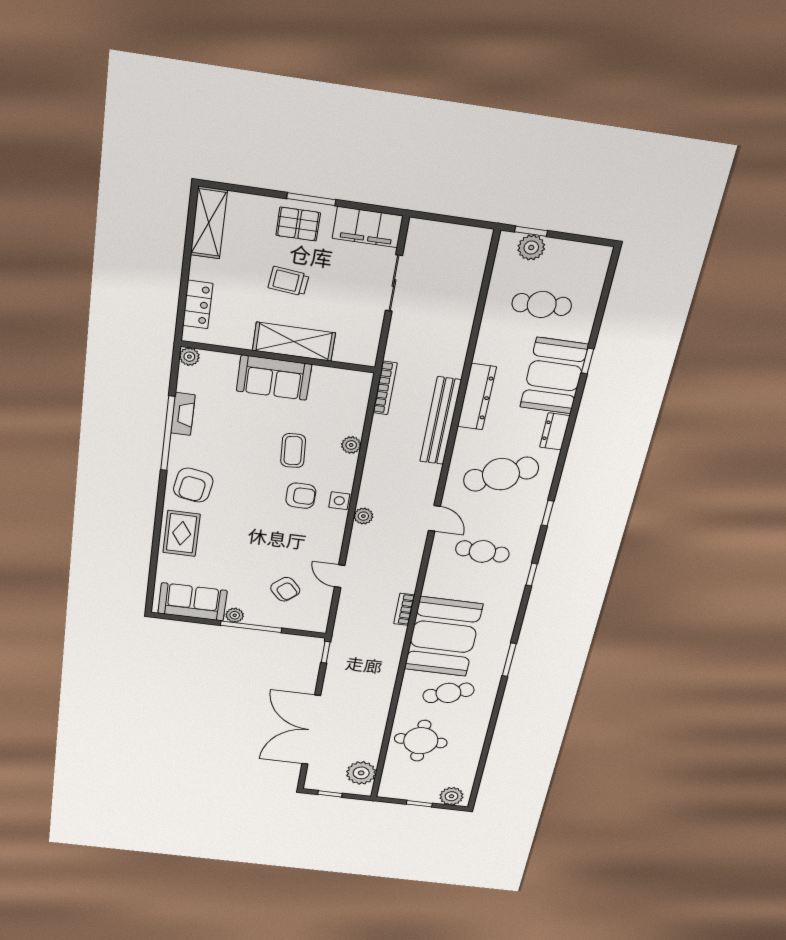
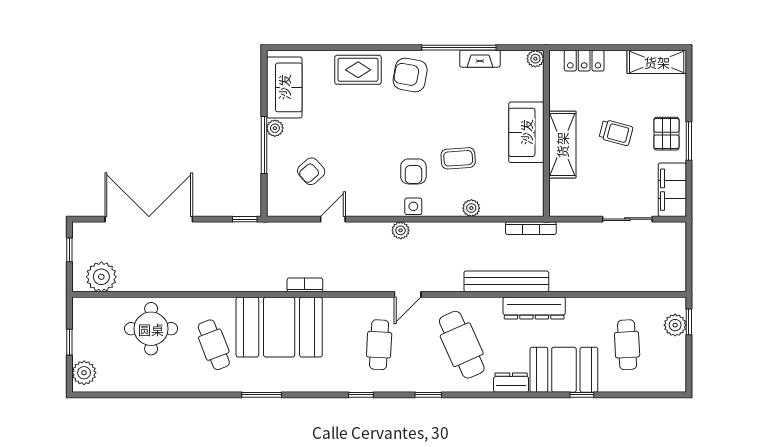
trolley: (289, 281) -> (616, 133), turned 99

